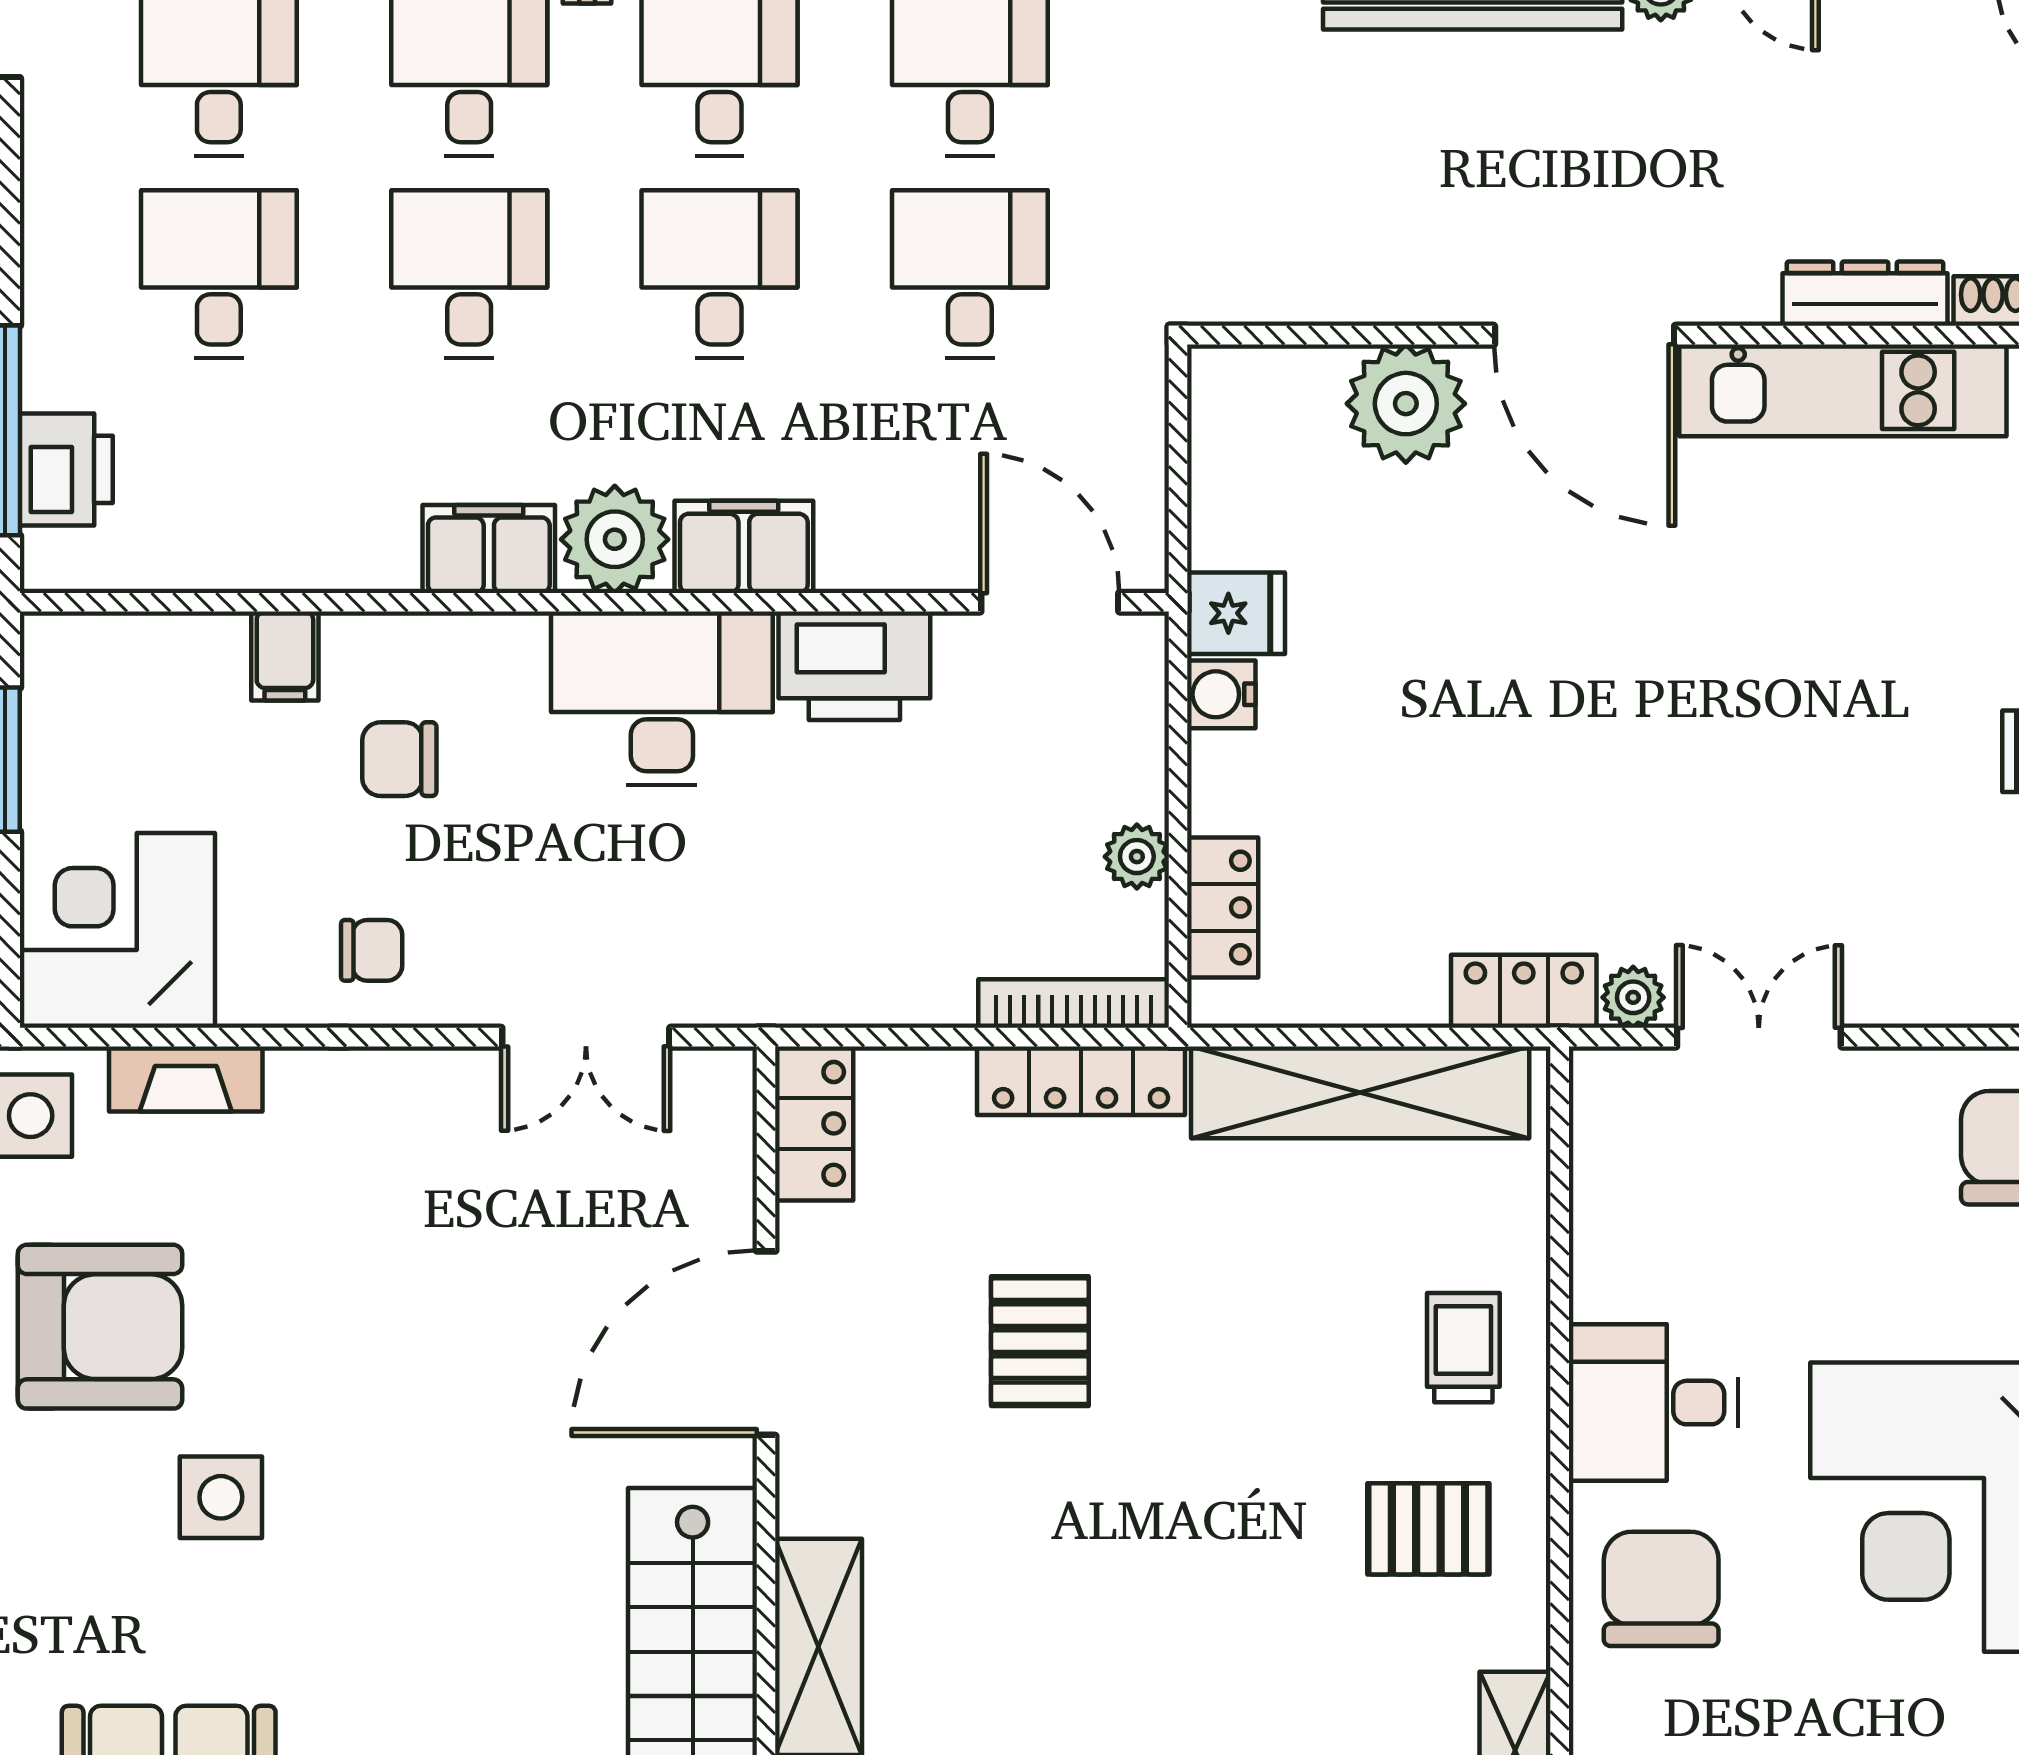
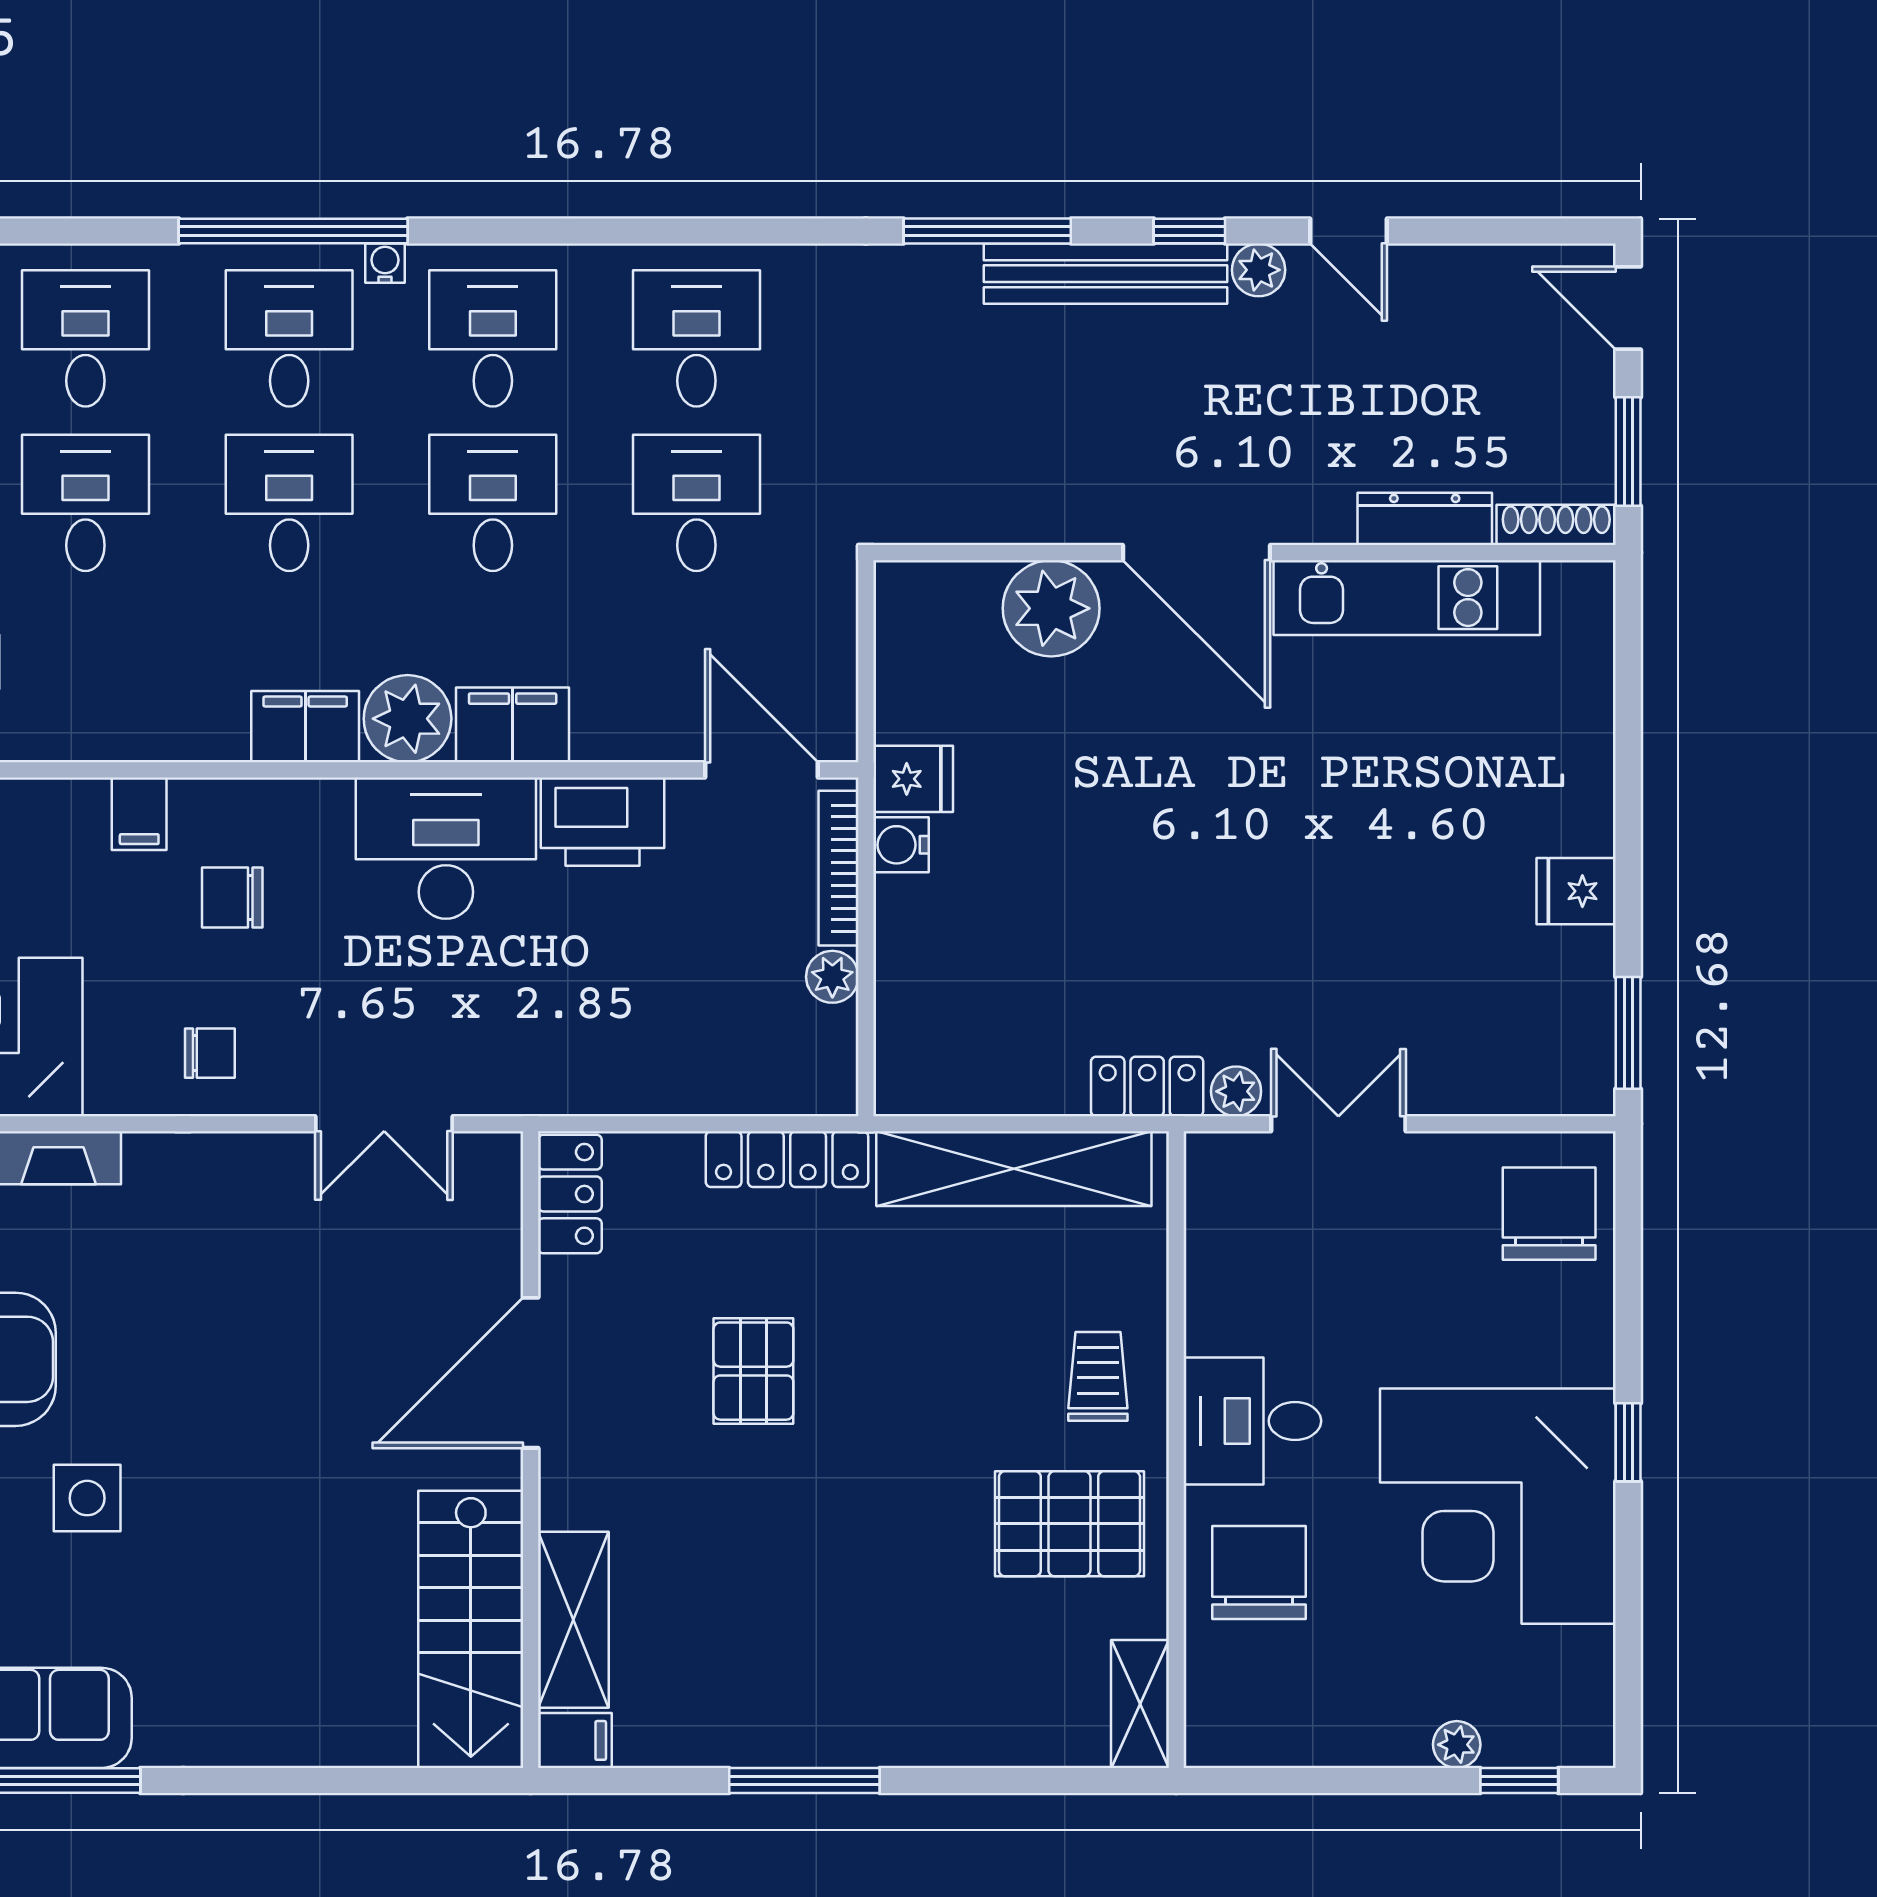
locker: (1223, 907) -> (902, 1018), removed
bookcase: (1074, 1004) -> (839, 868), moved, turned -90
pallet: (1428, 1529) -> (1069, 1524), width x1.50, depth x1.42

